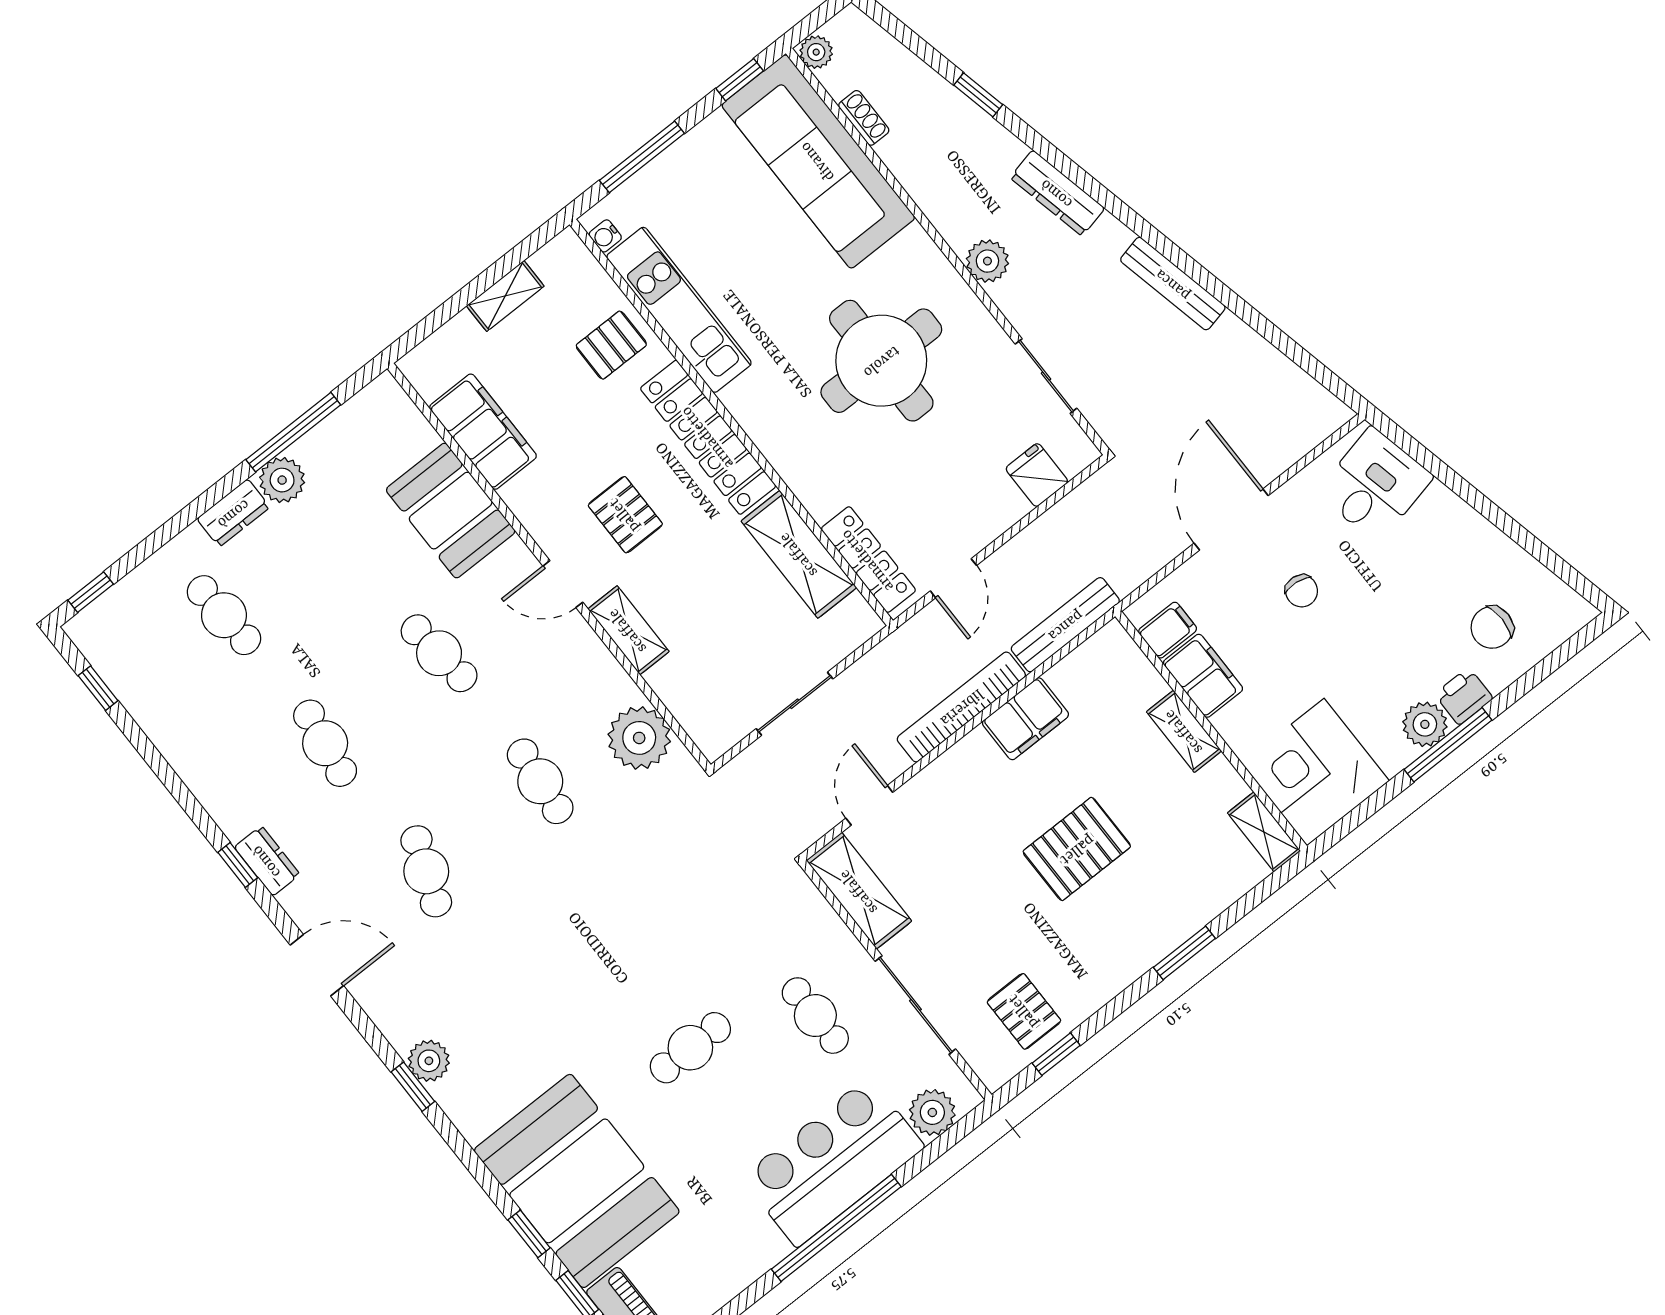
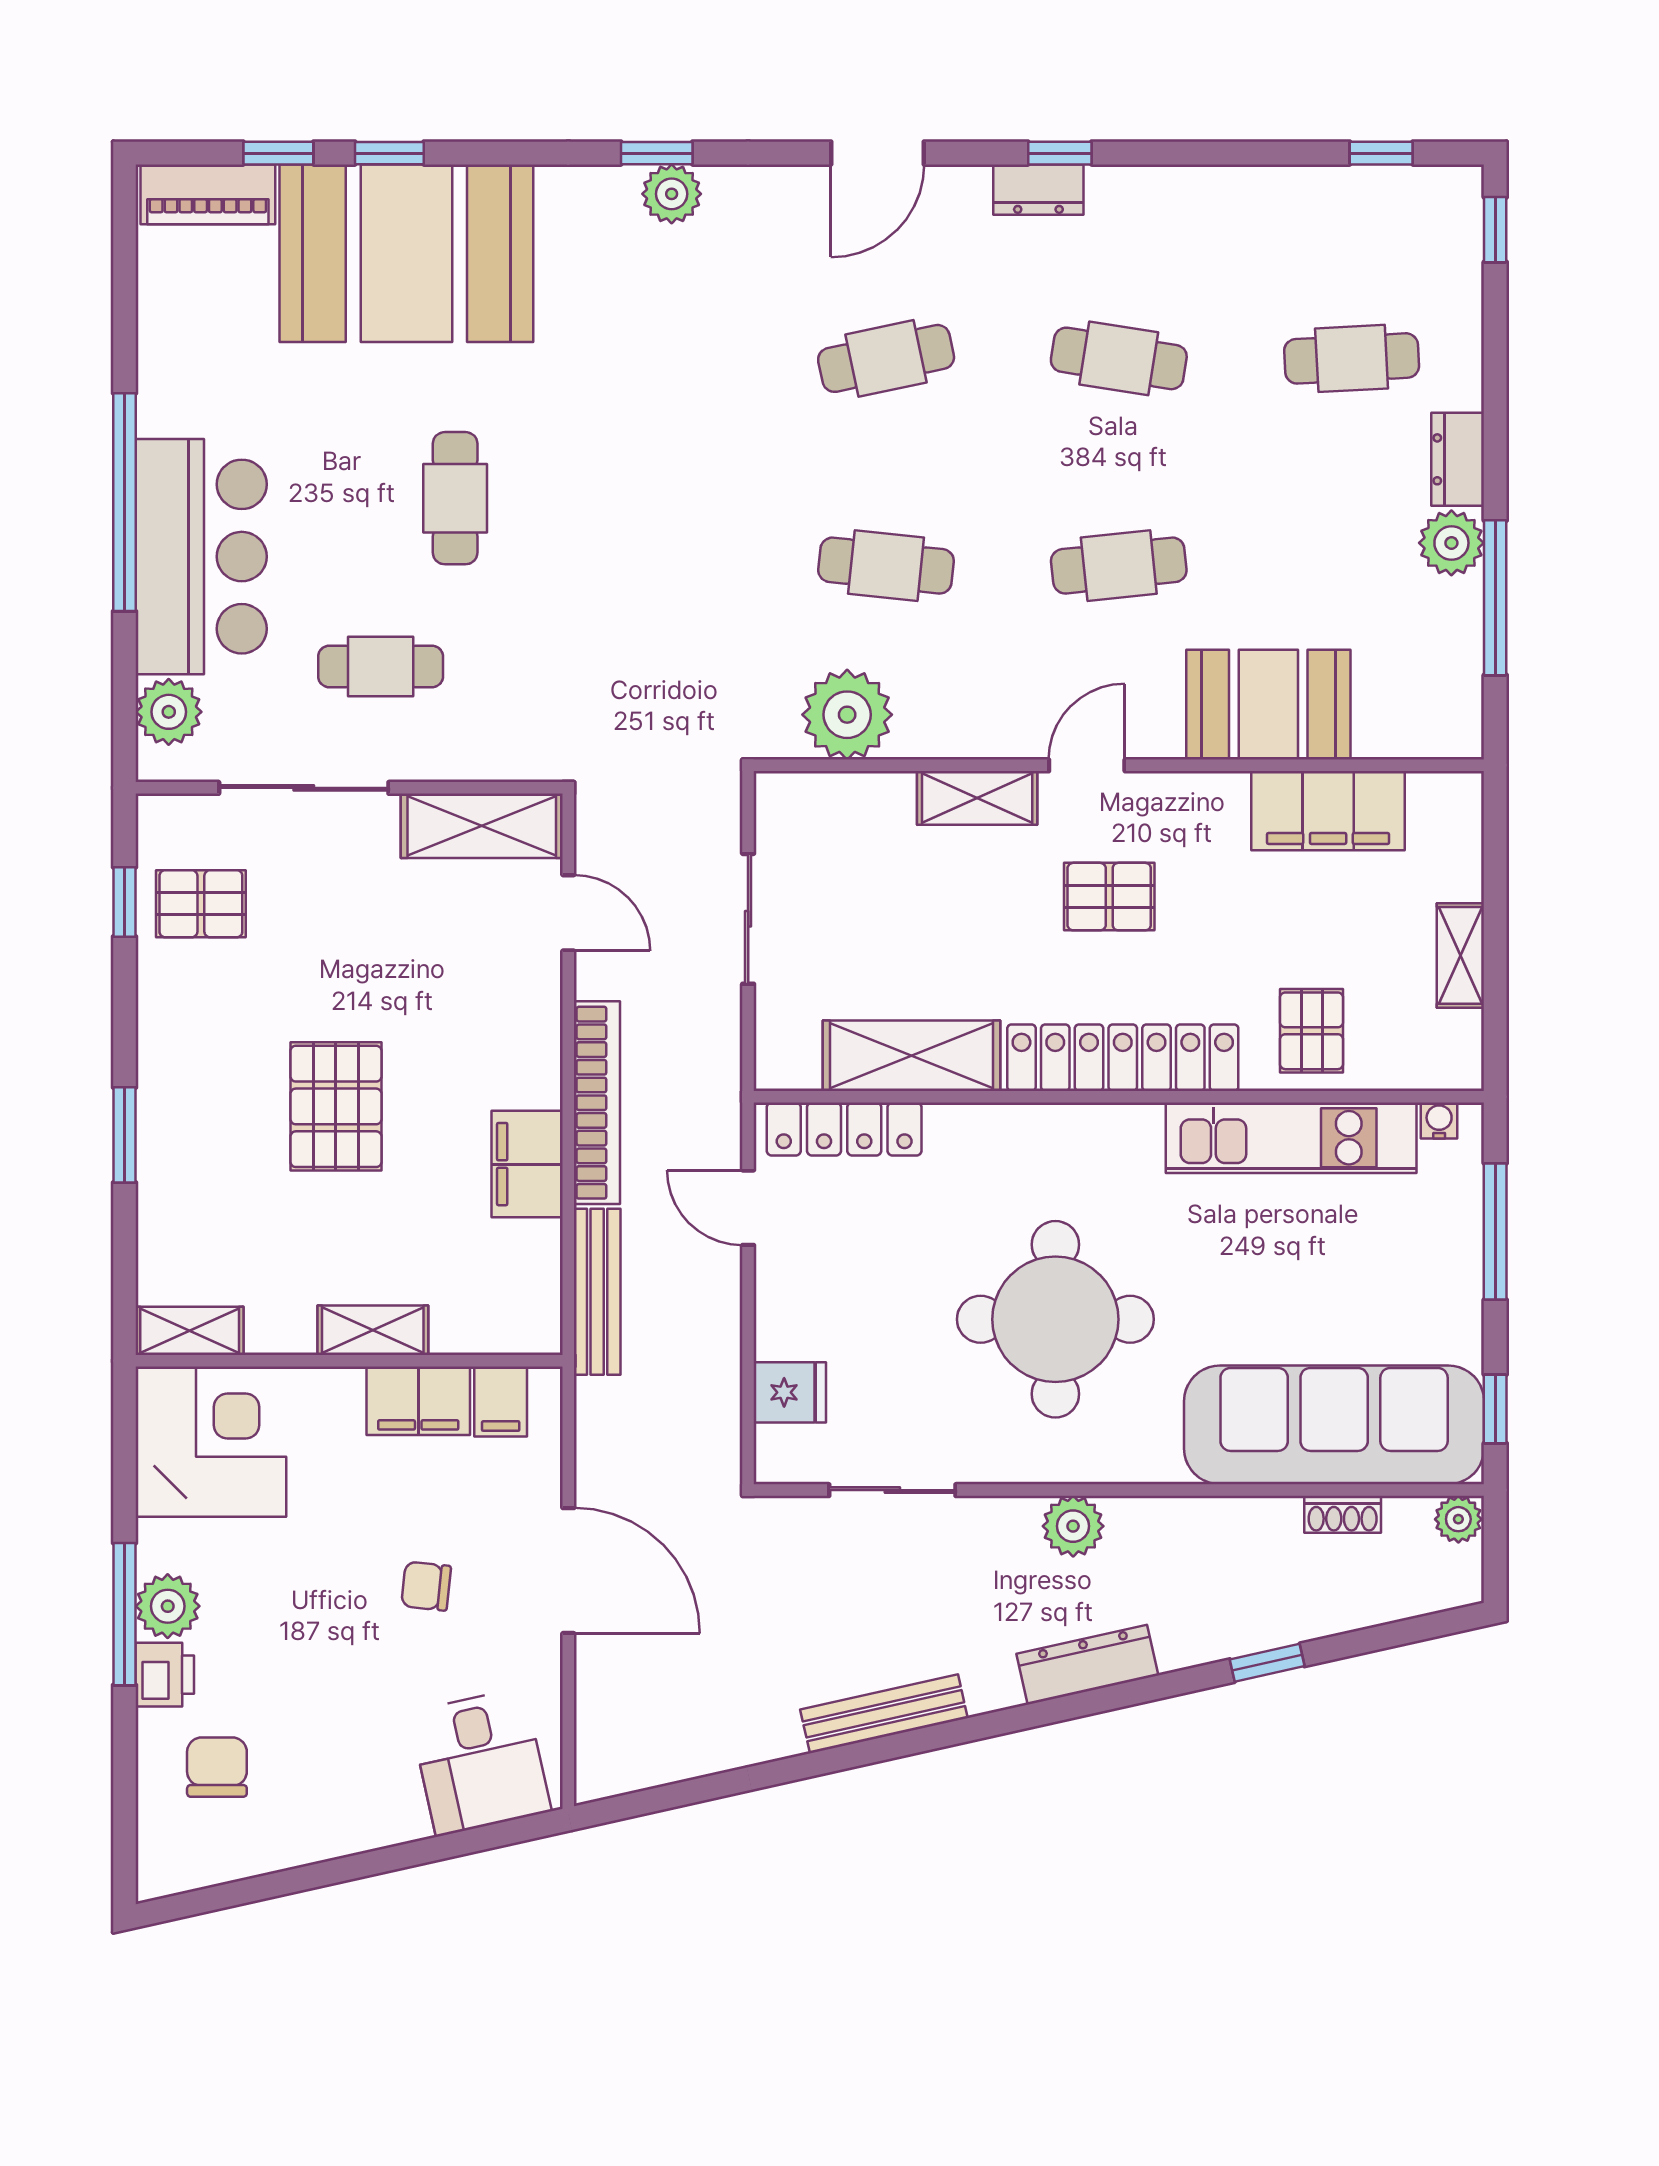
cafe table: (426, 871) -> (886, 358), turned -33

